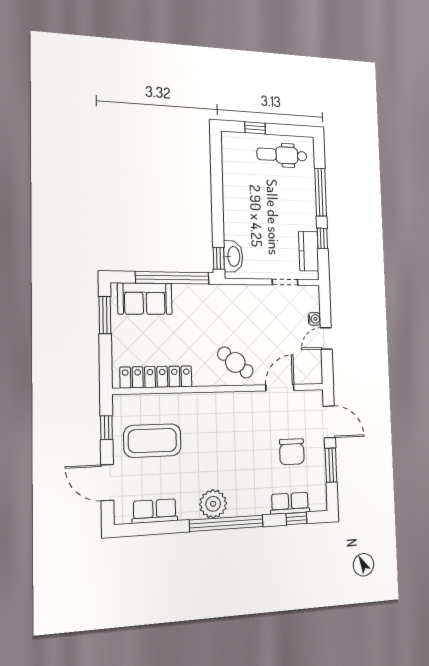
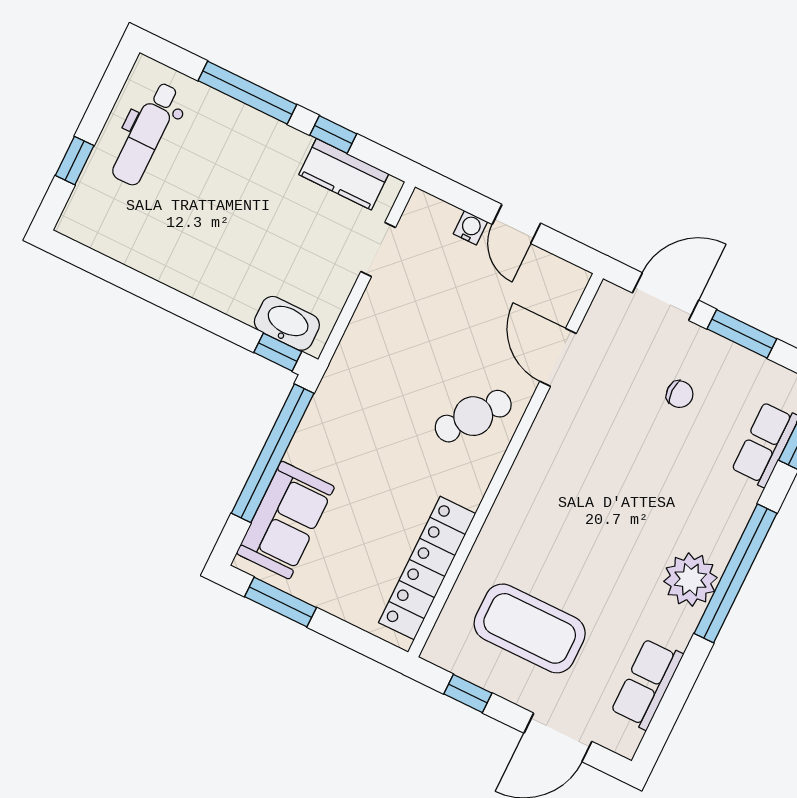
coffee table: (152, 441) -> (530, 628), turned 90
chair: (292, 452) -> (680, 394), width x0.54, depth x0.54

